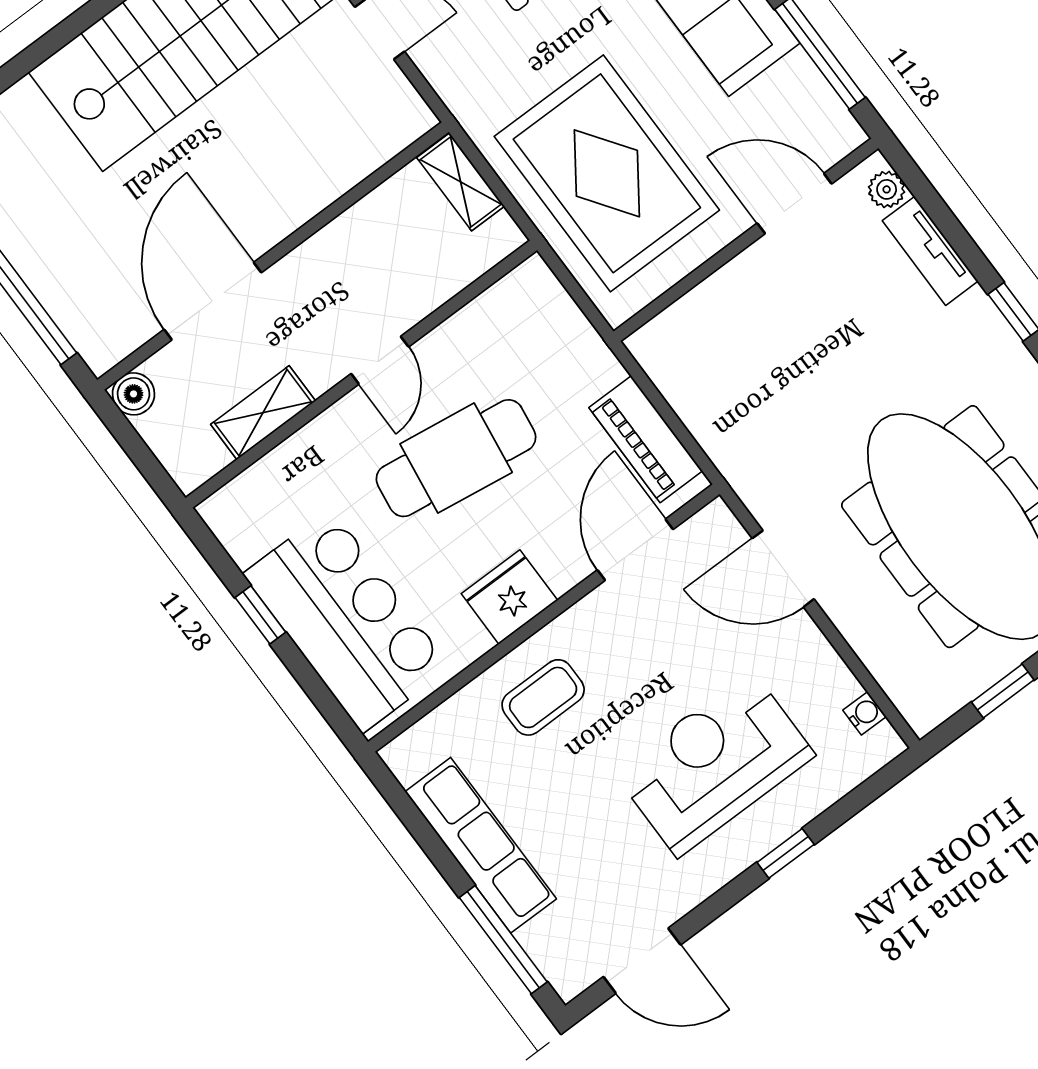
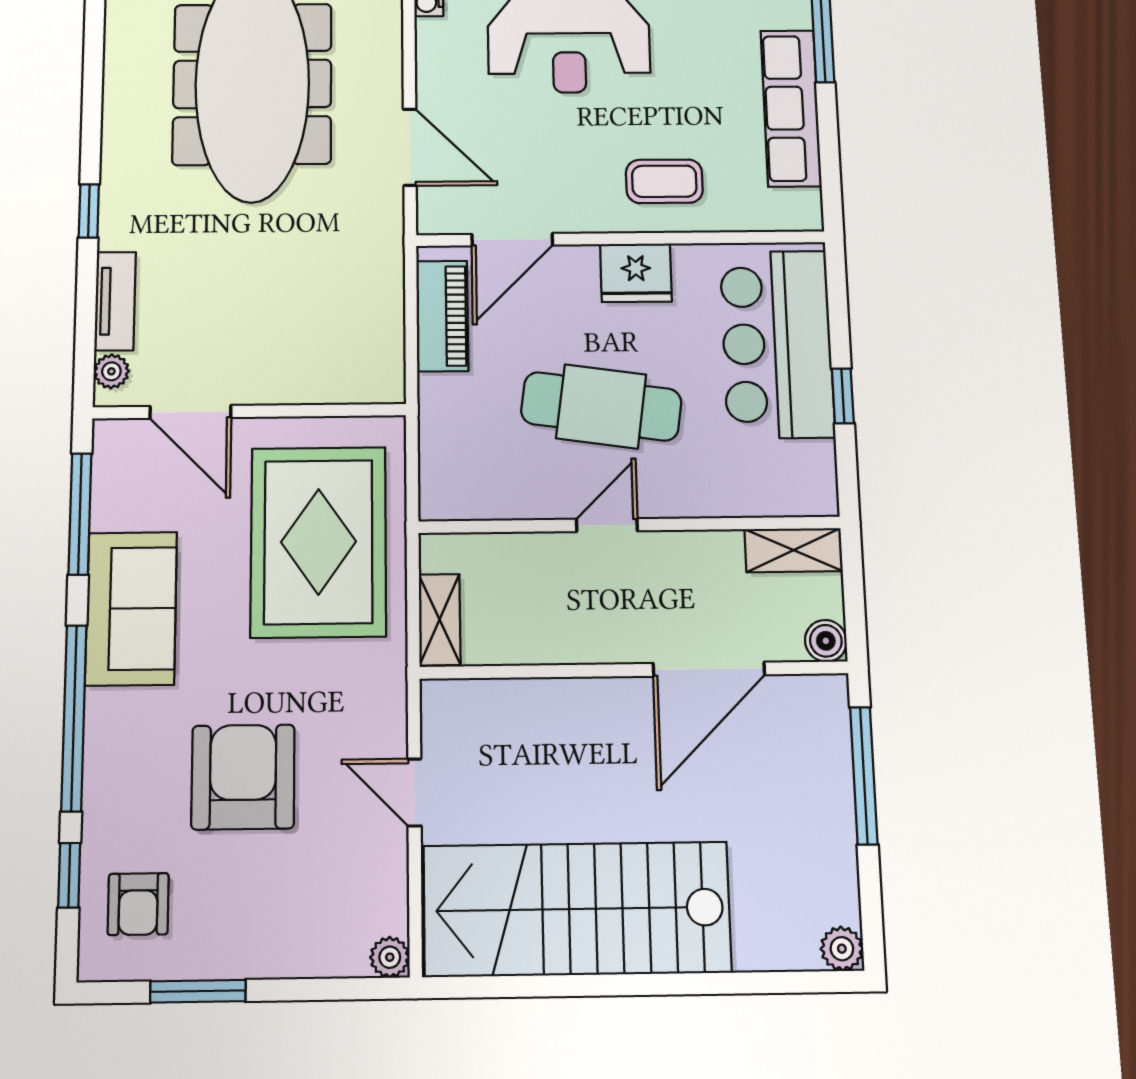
shelving: (263, 413) -> (794, 550), moved

